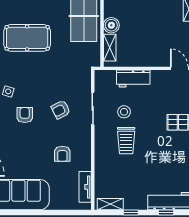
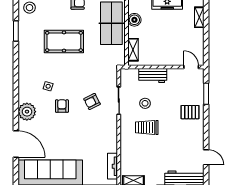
boiler: (111, 25) -> (134, 20), moved
trolley: (126, 141) -> (147, 127), turned 90
armchair: (62, 154) -> (93, 138), removed

